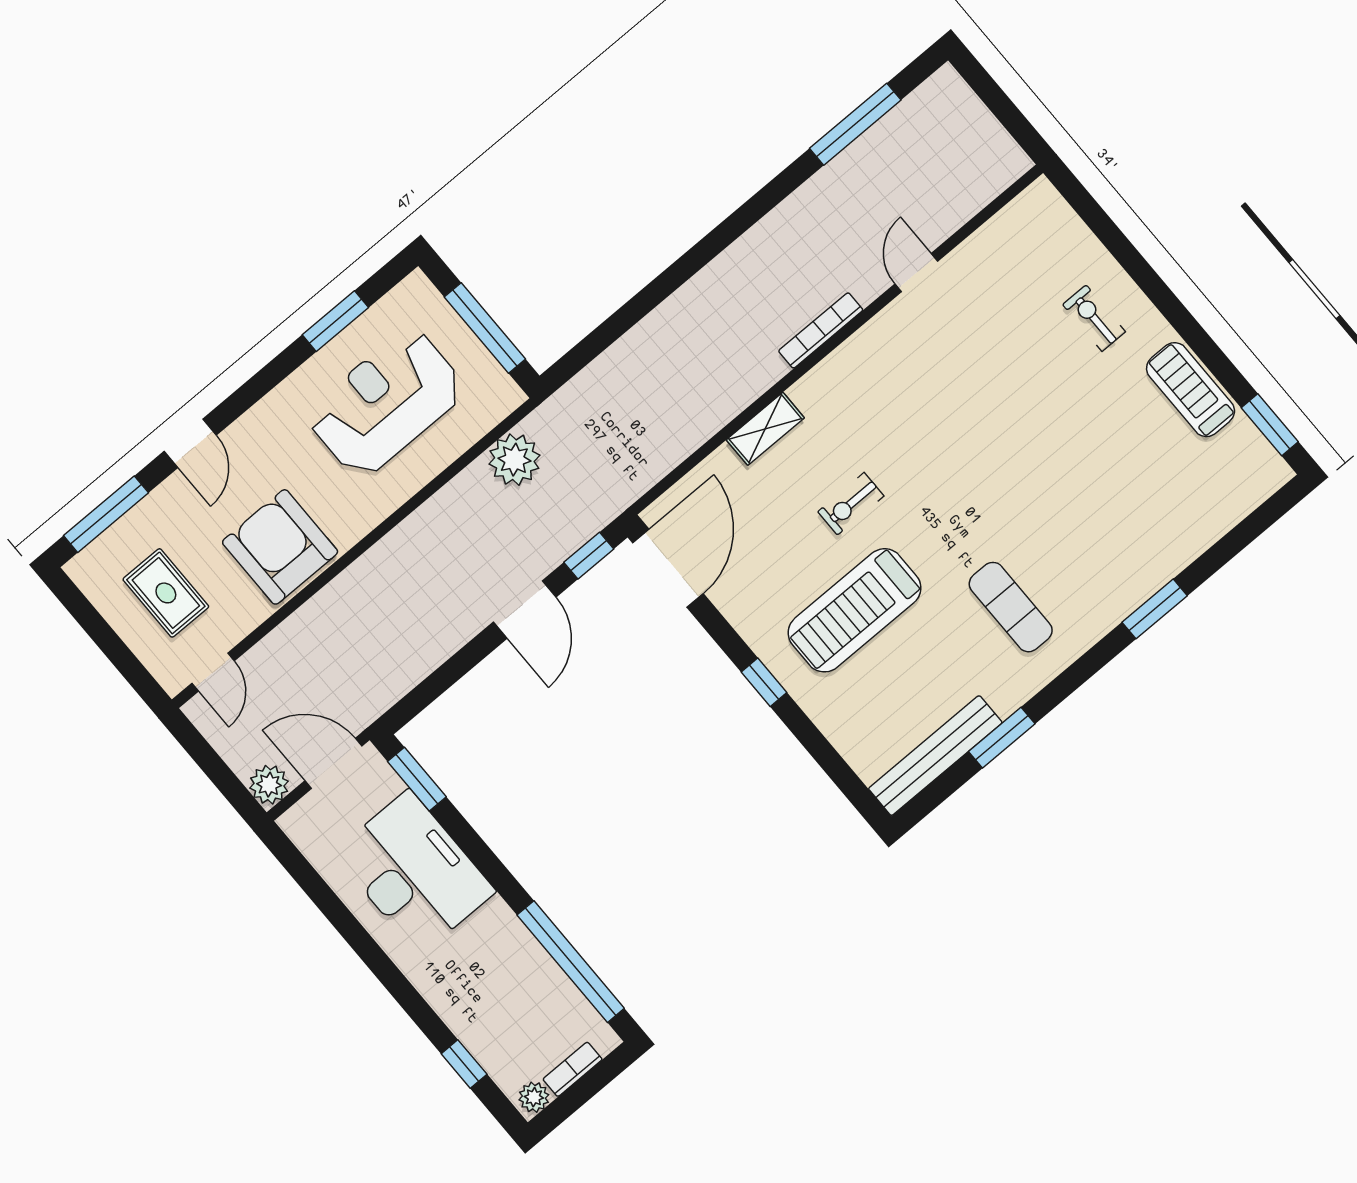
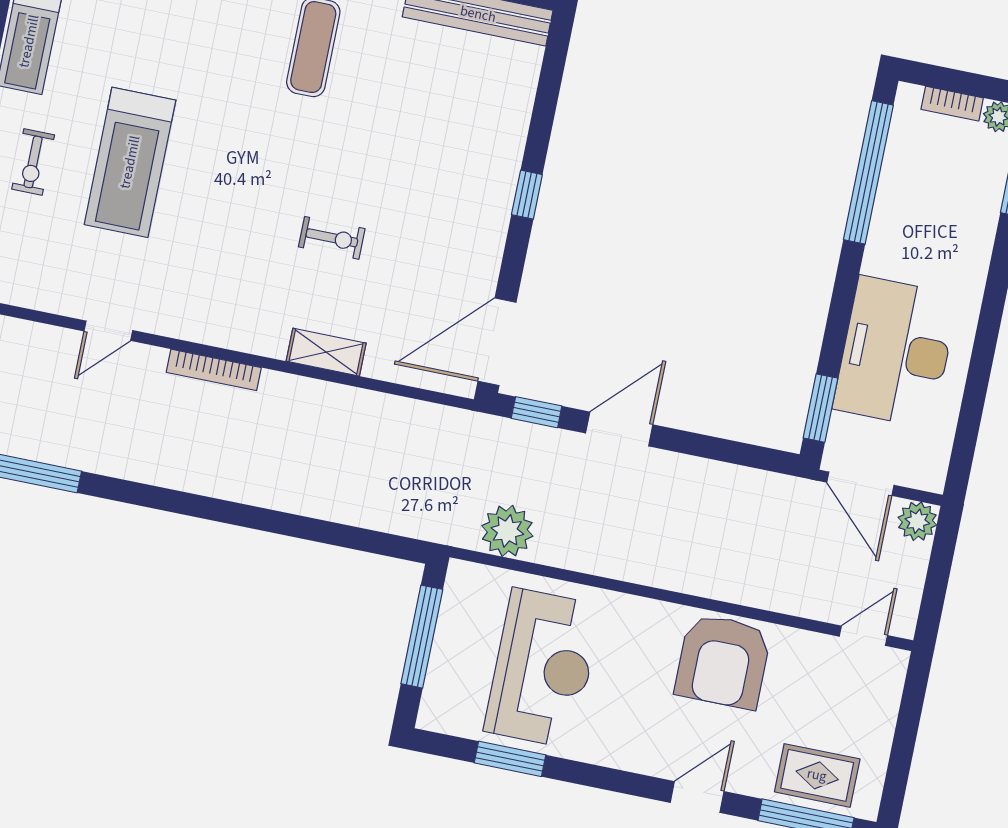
reception desk: (386, 403) -> (543, 668), turned -90
rug: (166, 593) -> (817, 775), moved, turned 90
treadmill: (855, 610) -> (130, 162), moved, turned 90

